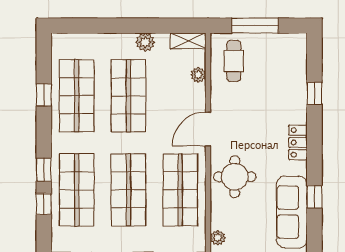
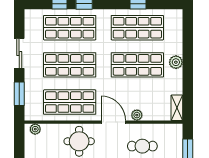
plant: (145, 42) -> (176, 62), moved
cafe table: (234, 61) -> (142, 146), moved
plant: (198, 75) -> (137, 115), moved

